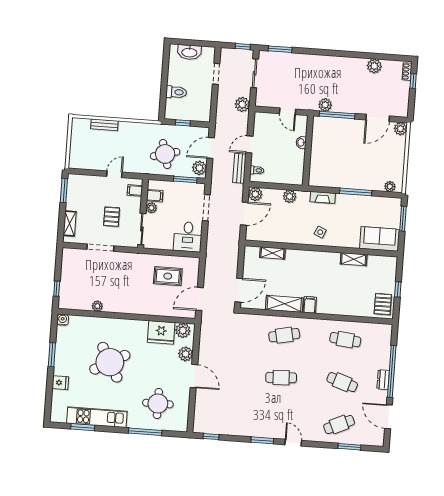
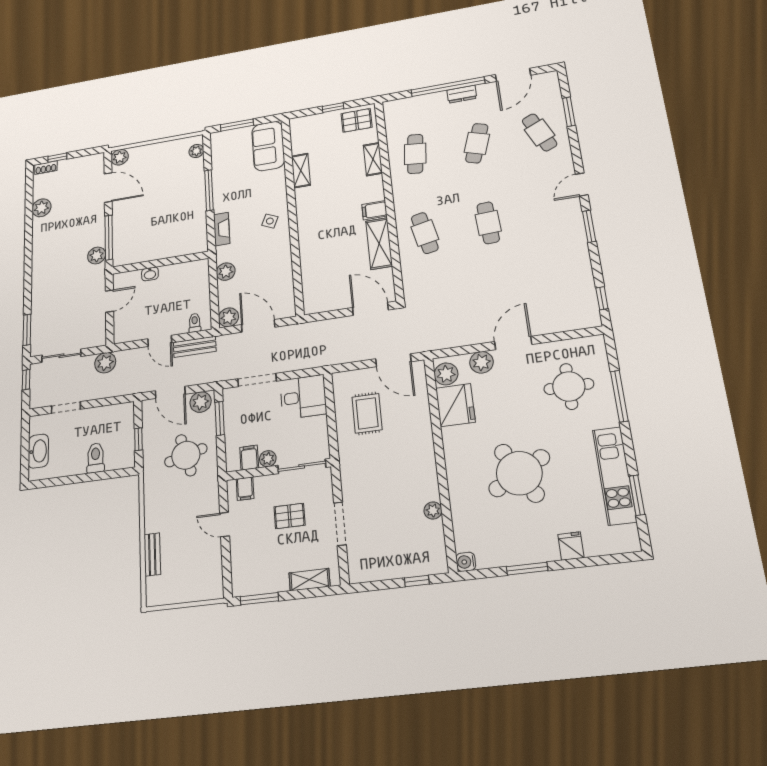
shelving: (272, 253) -> (373, 159), moved

